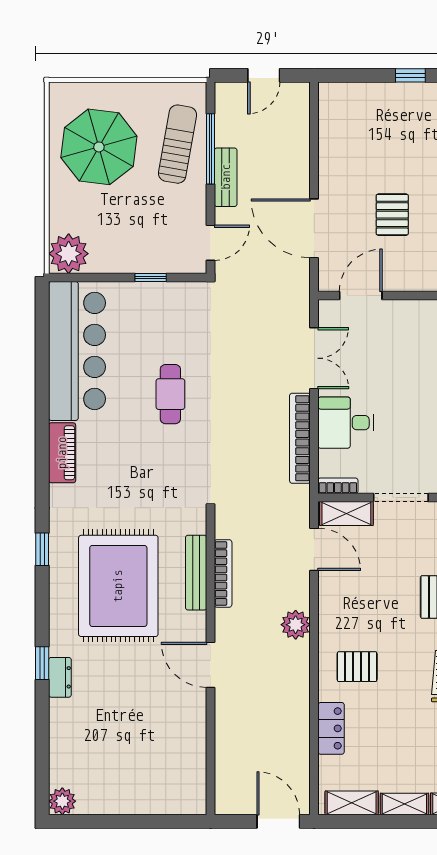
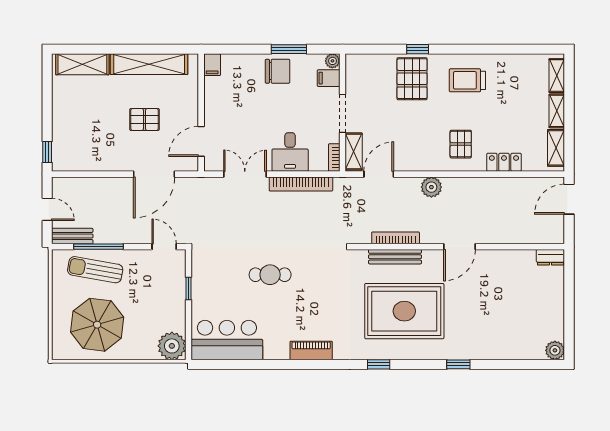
window: (410, 75) -> (47, 152), moved
bench: (226, 177) -> (72, 236), moved
door: (361, 296) -> (201, 141), hinge flipped
bar counter: (77, 351) -> (227, 340), width x0.73
dresser: (60, 677) -> (550, 257), moved, turned 180

